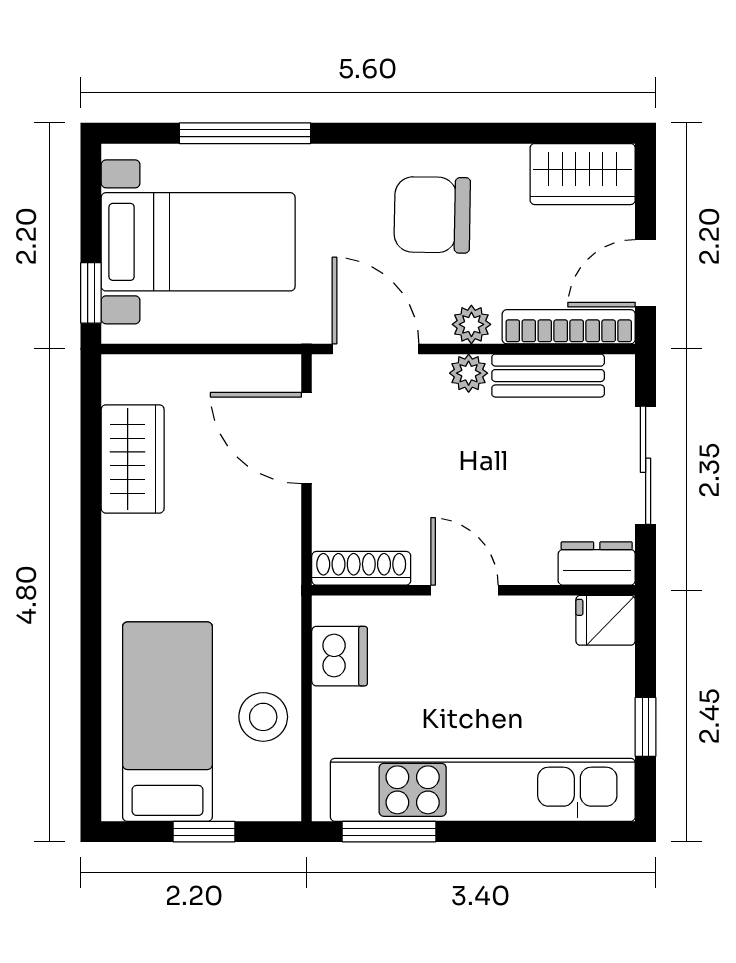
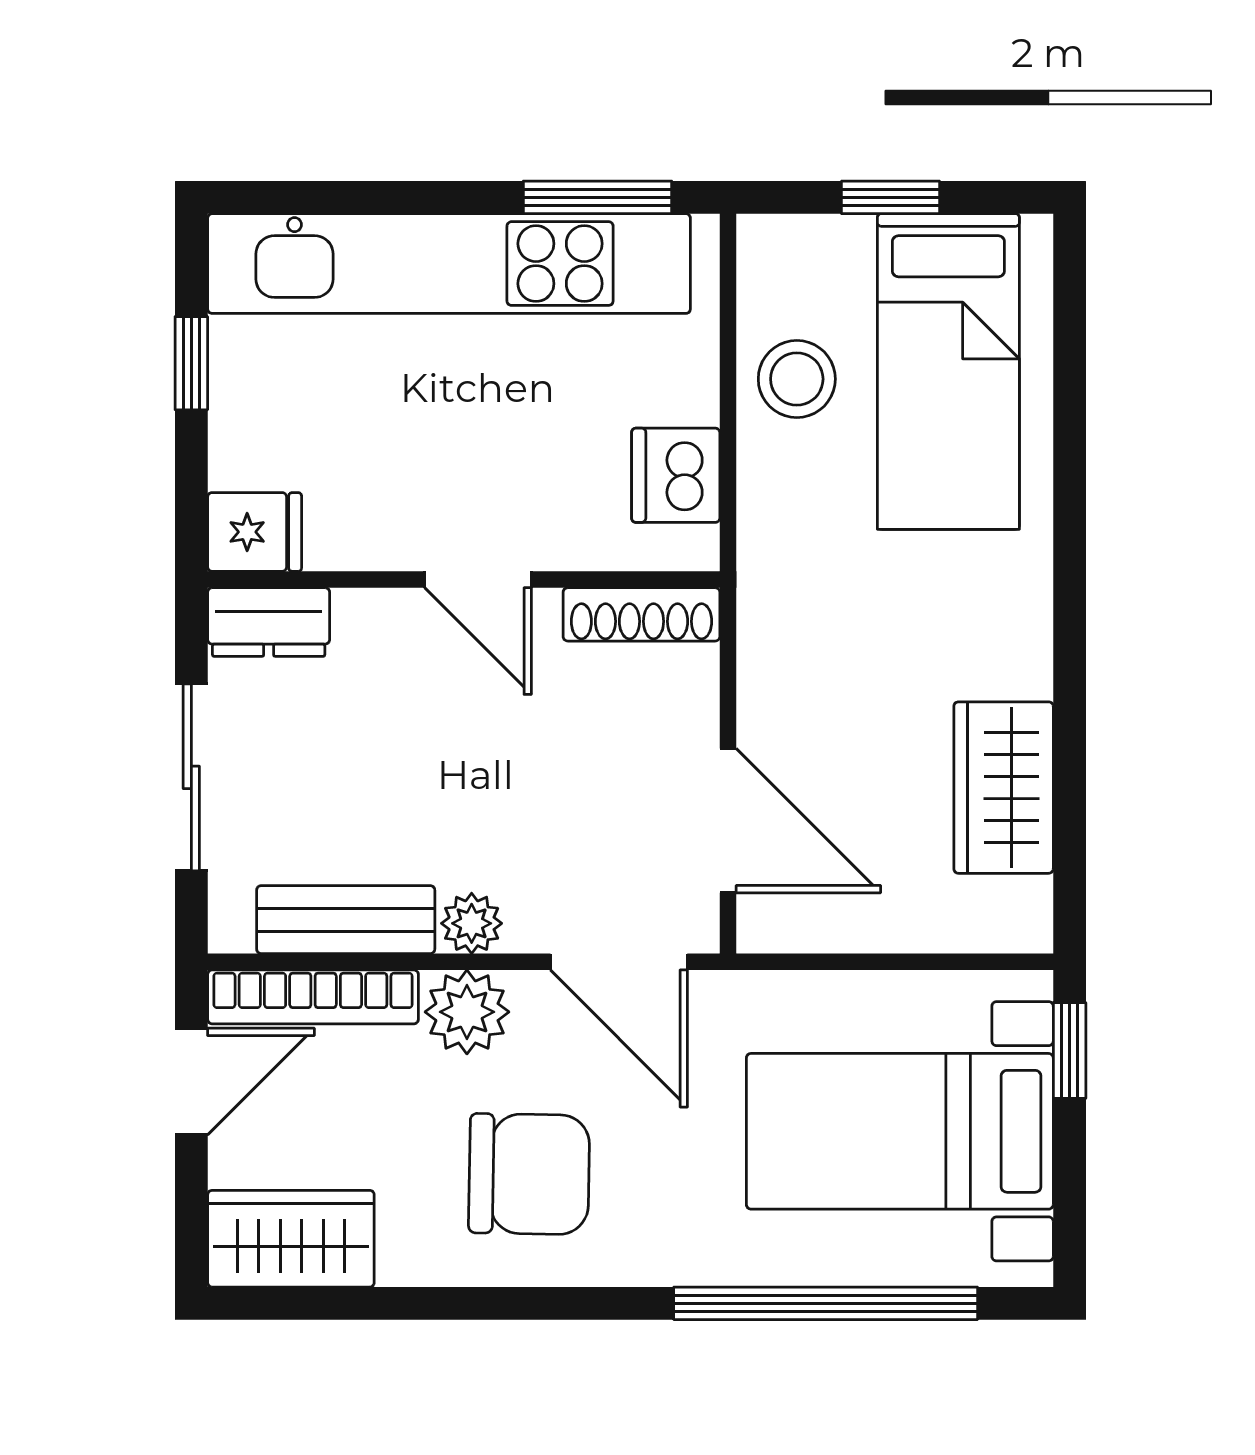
window: (245, 133) -> (826, 1303), width x1.46
plant: (471, 324) -> (467, 1012), width x1.38, depth x1.38

